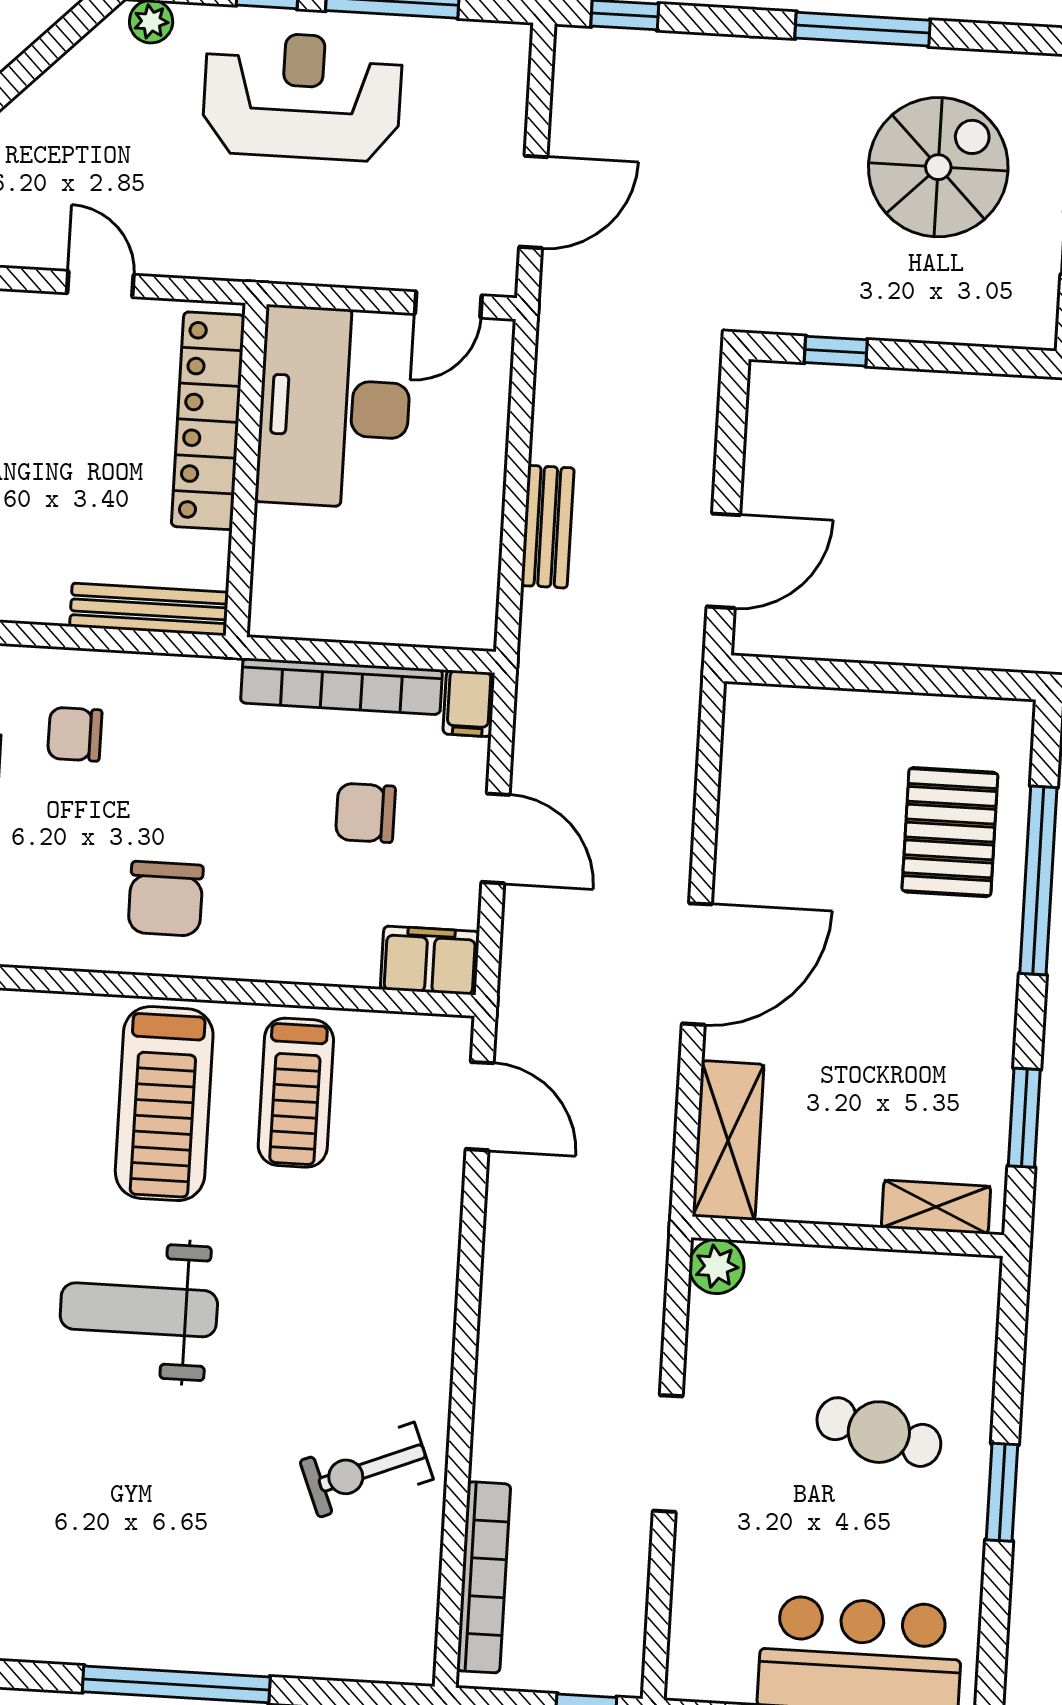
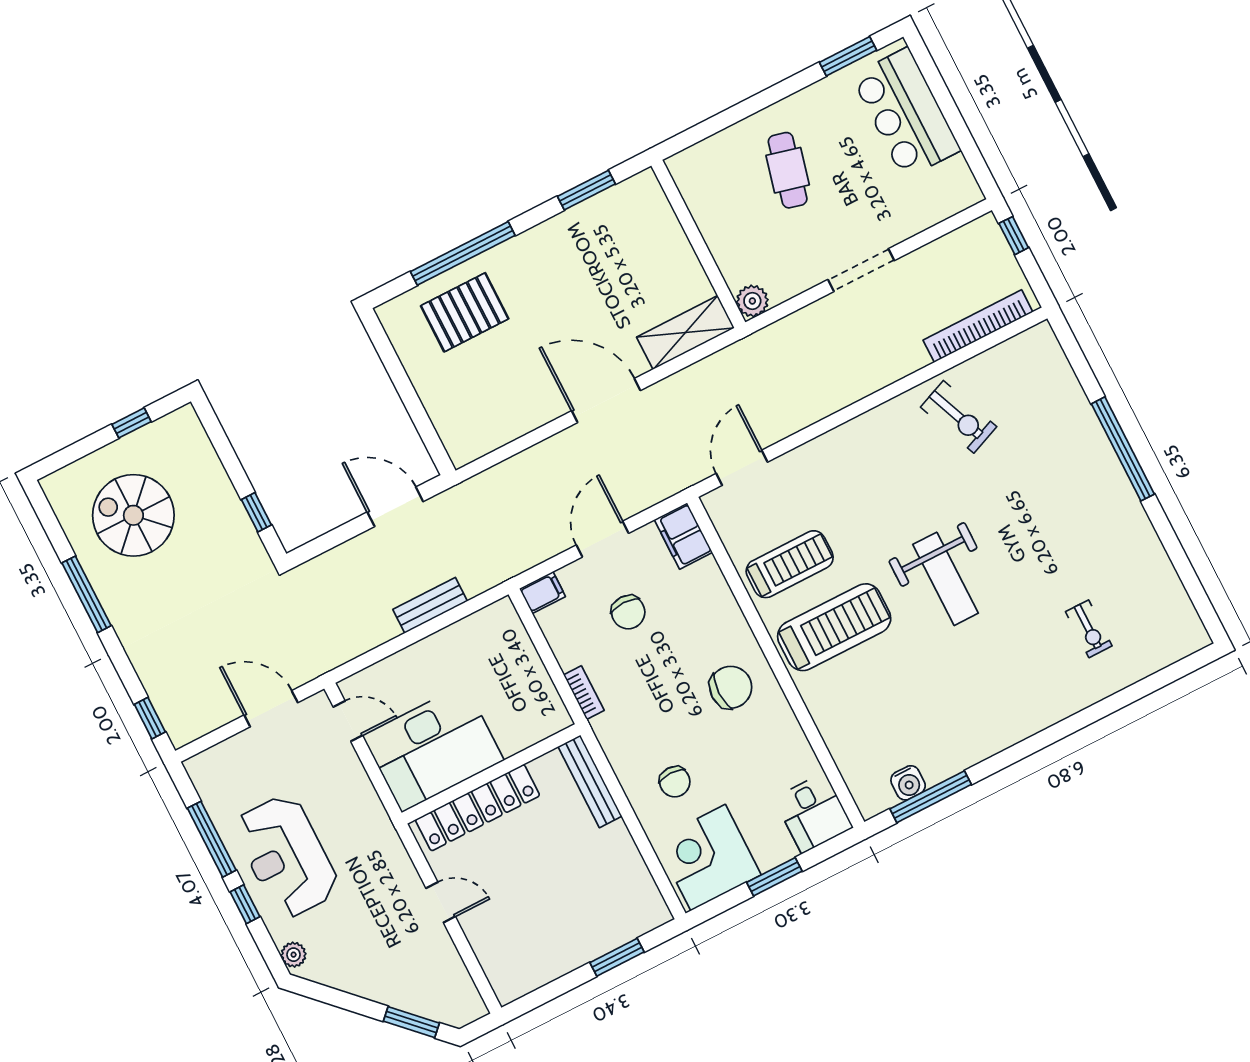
door: (100, 284) -> (441, 902), swing flipped
bookcase: (342, 686) -> (584, 693), width x0.43, depth x0.76
shelving: (936, 1207) -> (657, 208), removed
window: (1002, 1492) -> (848, 56), moved

